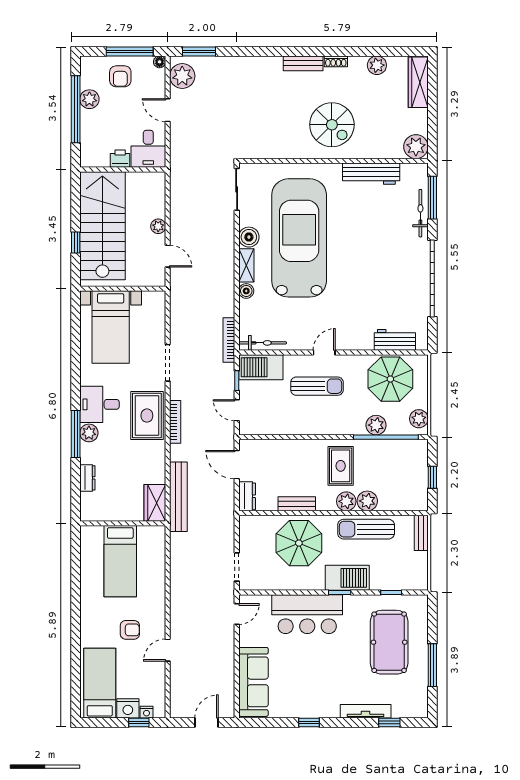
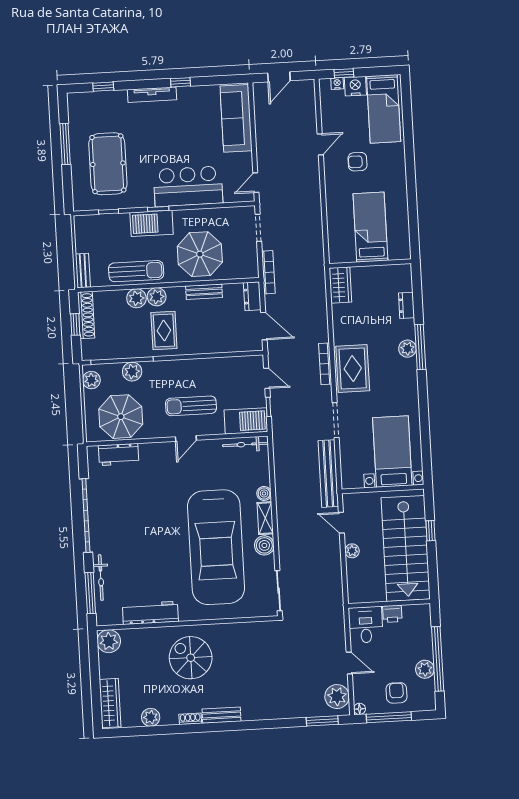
bookcase: (229, 340) -> (268, 272), moved
desk: (100, 404) -> (399, 377), removed
shoe rack: (420, 487) -> (86, 315), added
bench: (178, 497) -> (328, 474), moved
tv unit: (366, 711) -> (152, 95), moved

